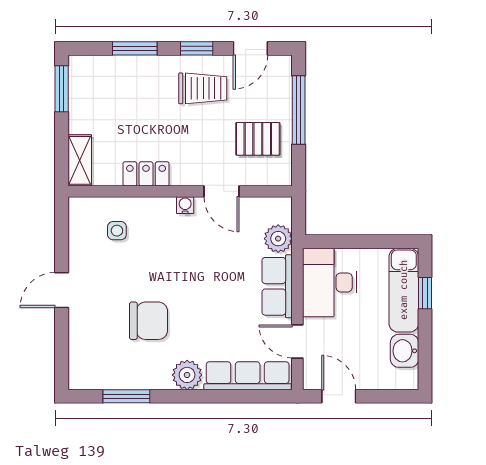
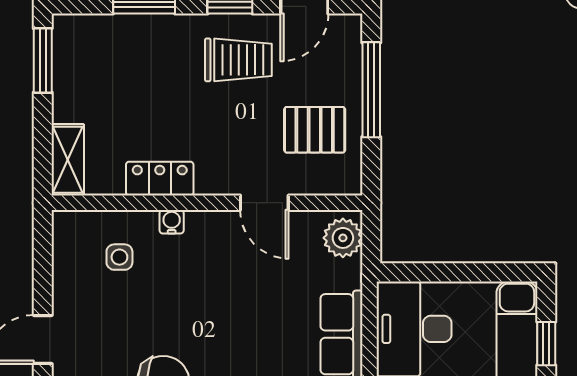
water cooler: (185, 205) -> (172, 222), moved
plant: (278, 239) -> (343, 238), moved

